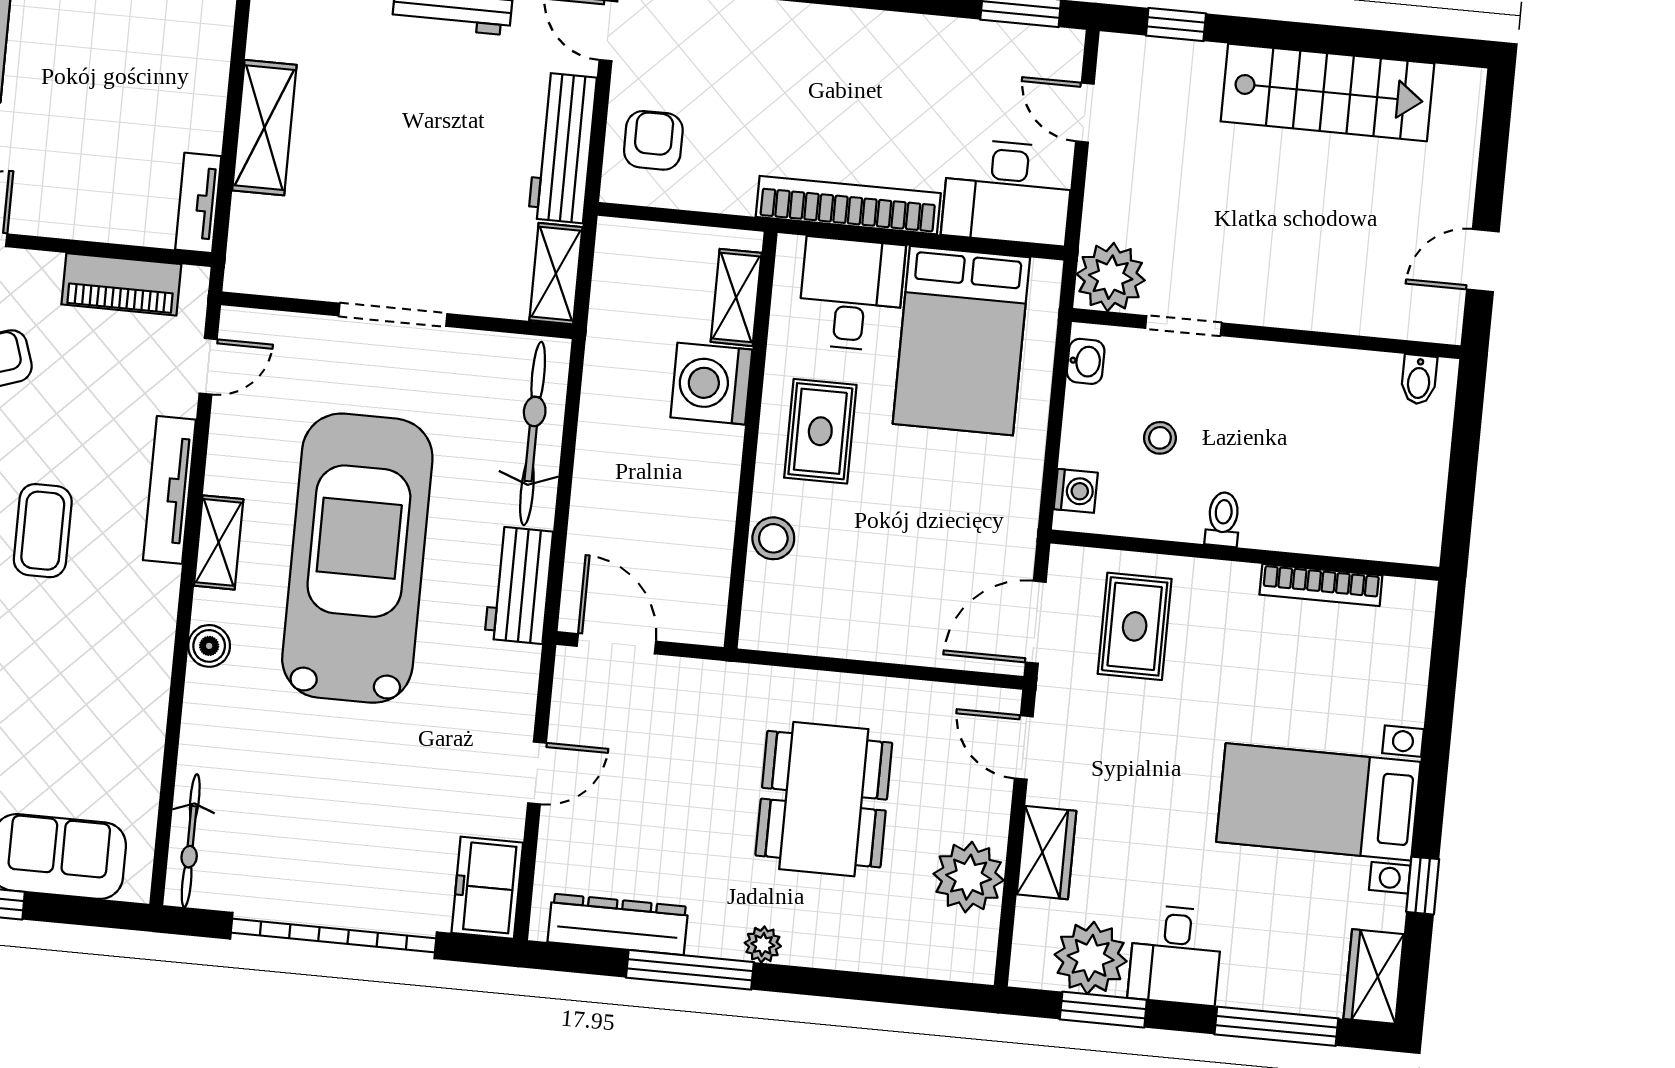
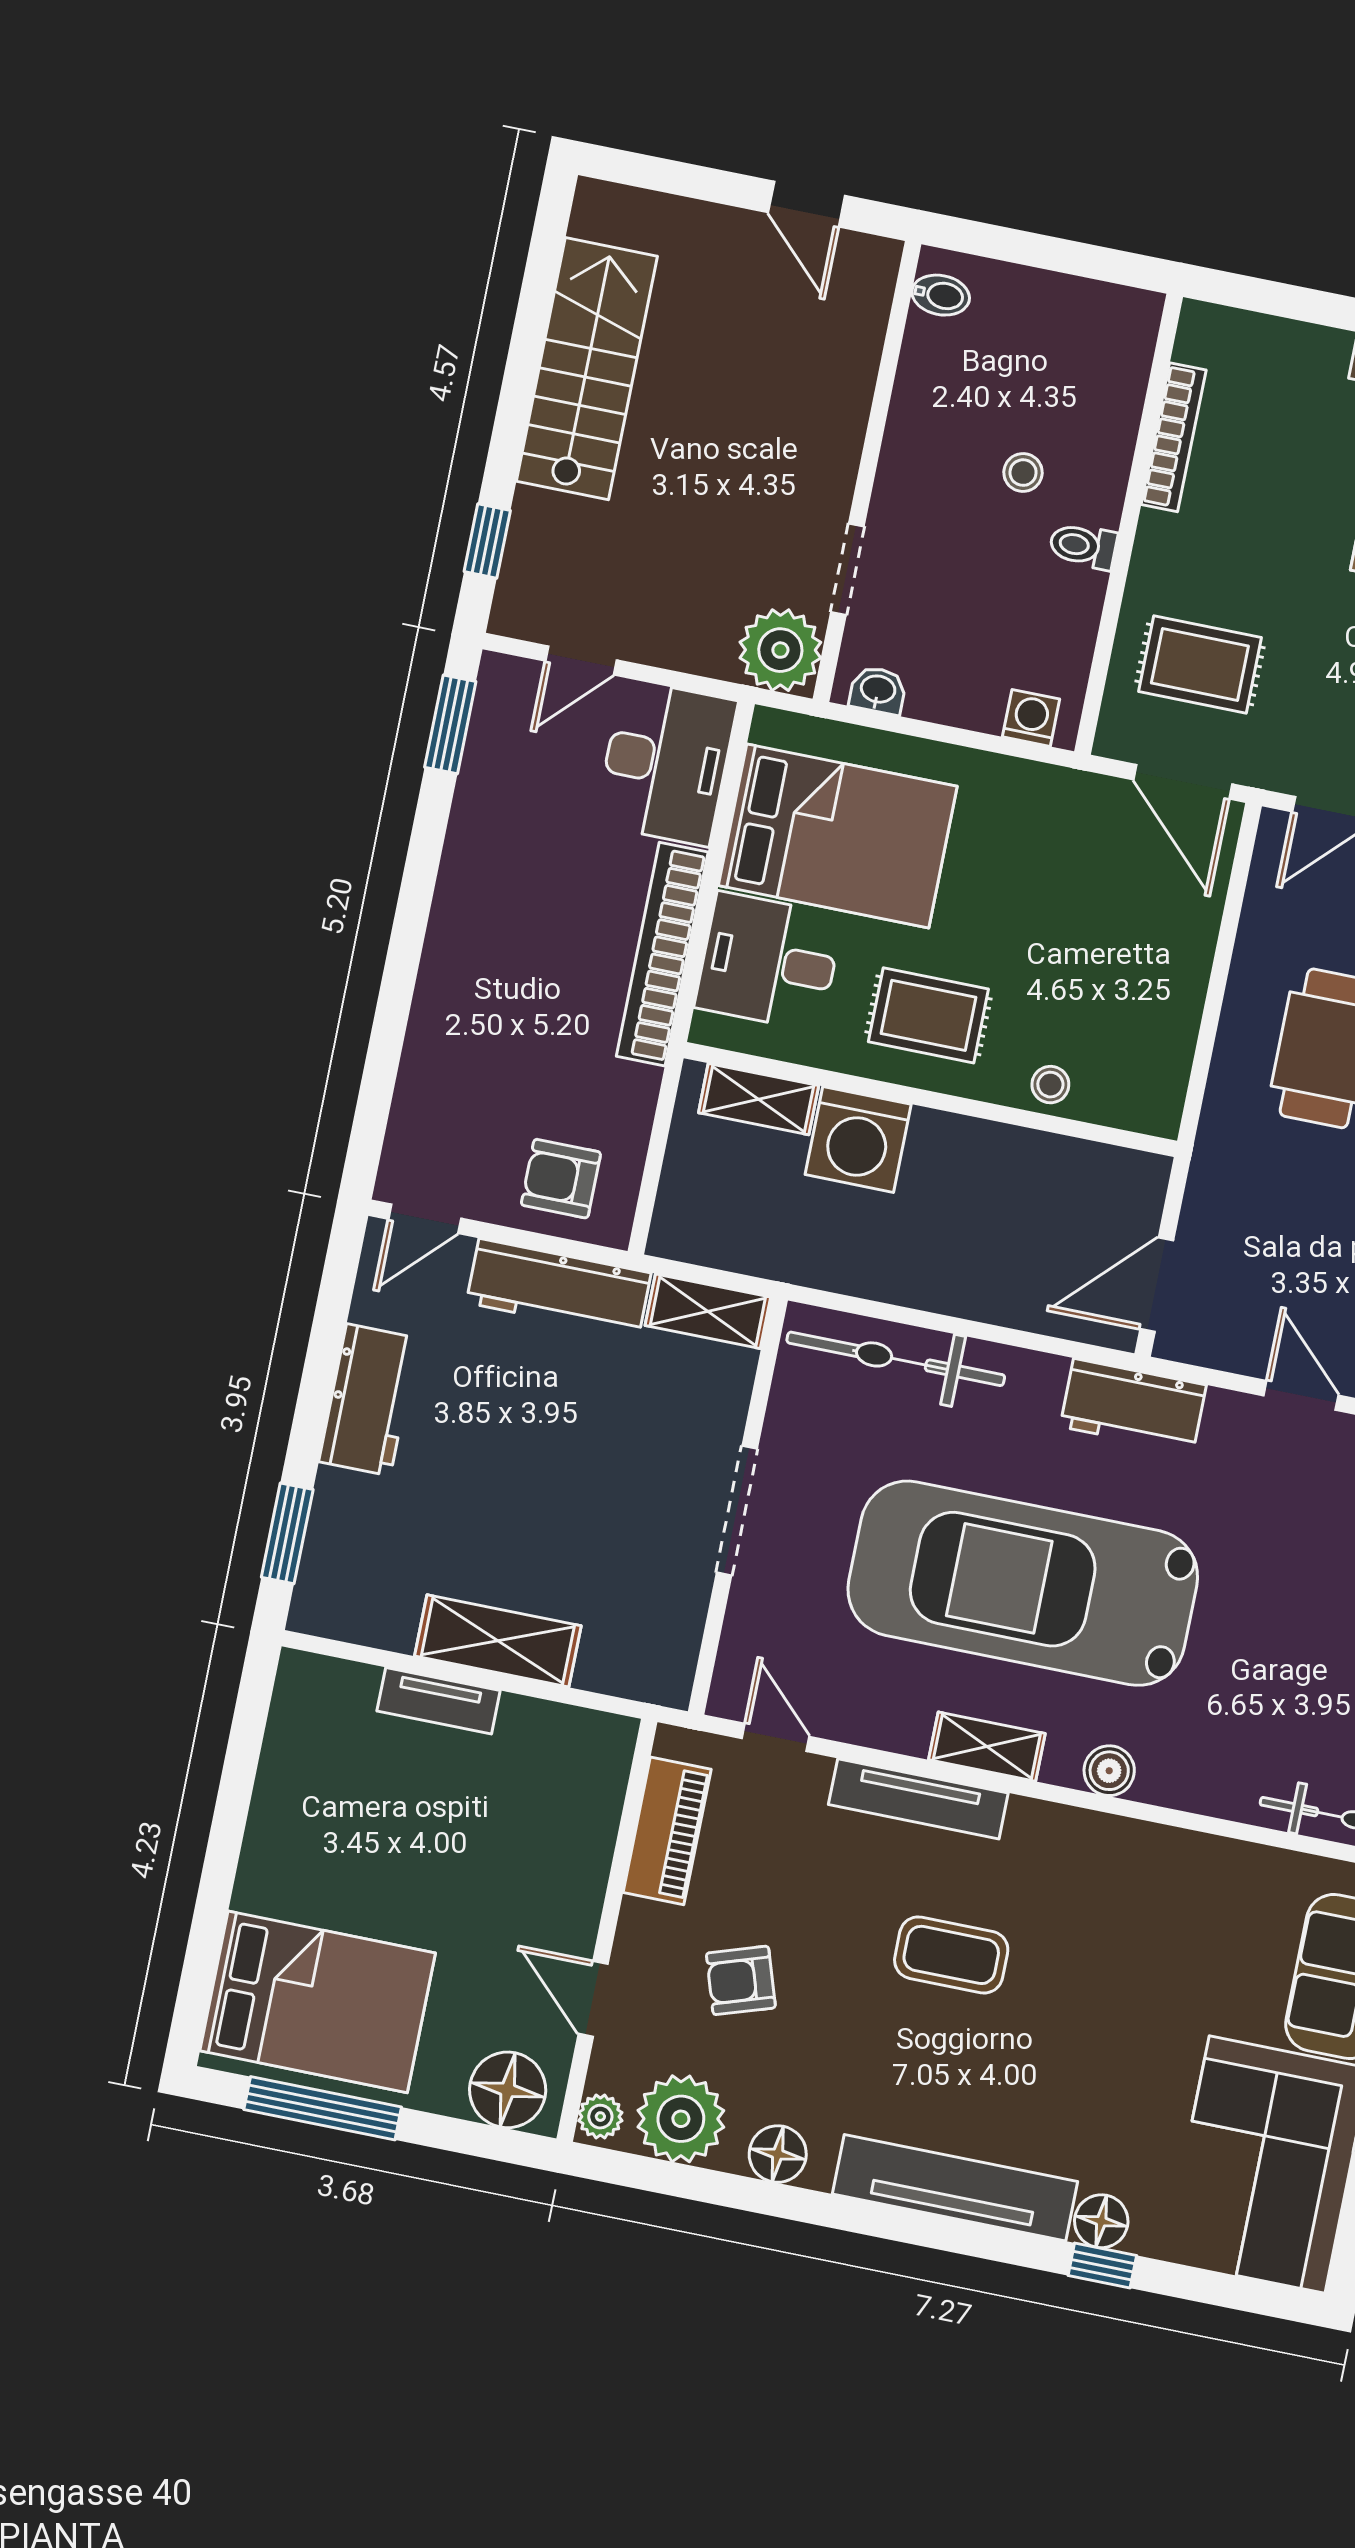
tv unit: (198, 203) -> (439, 1701), moved
stool: (1160, 438) -> (1023, 473), moved
stool: (773, 538) -> (1050, 1085), width x0.73, depth x0.73
workbench: (519, 585) -> (1133, 1406), moved

